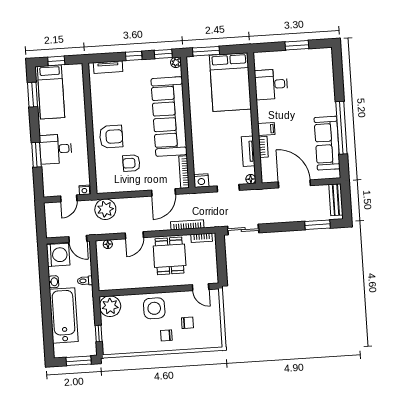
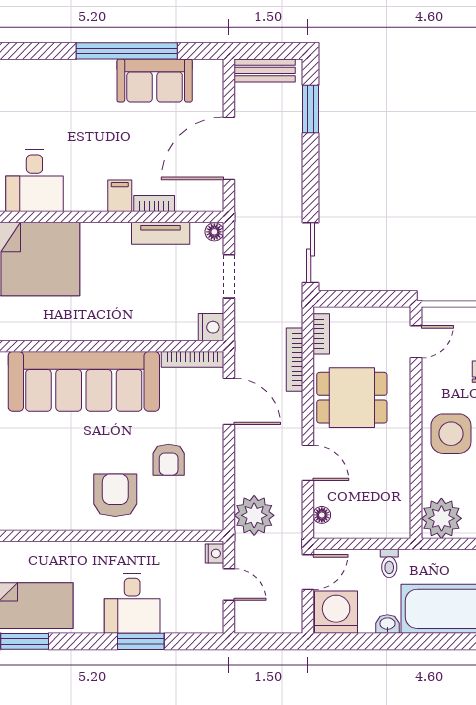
sofa: (327, 143) -> (155, 80), width x0.73

